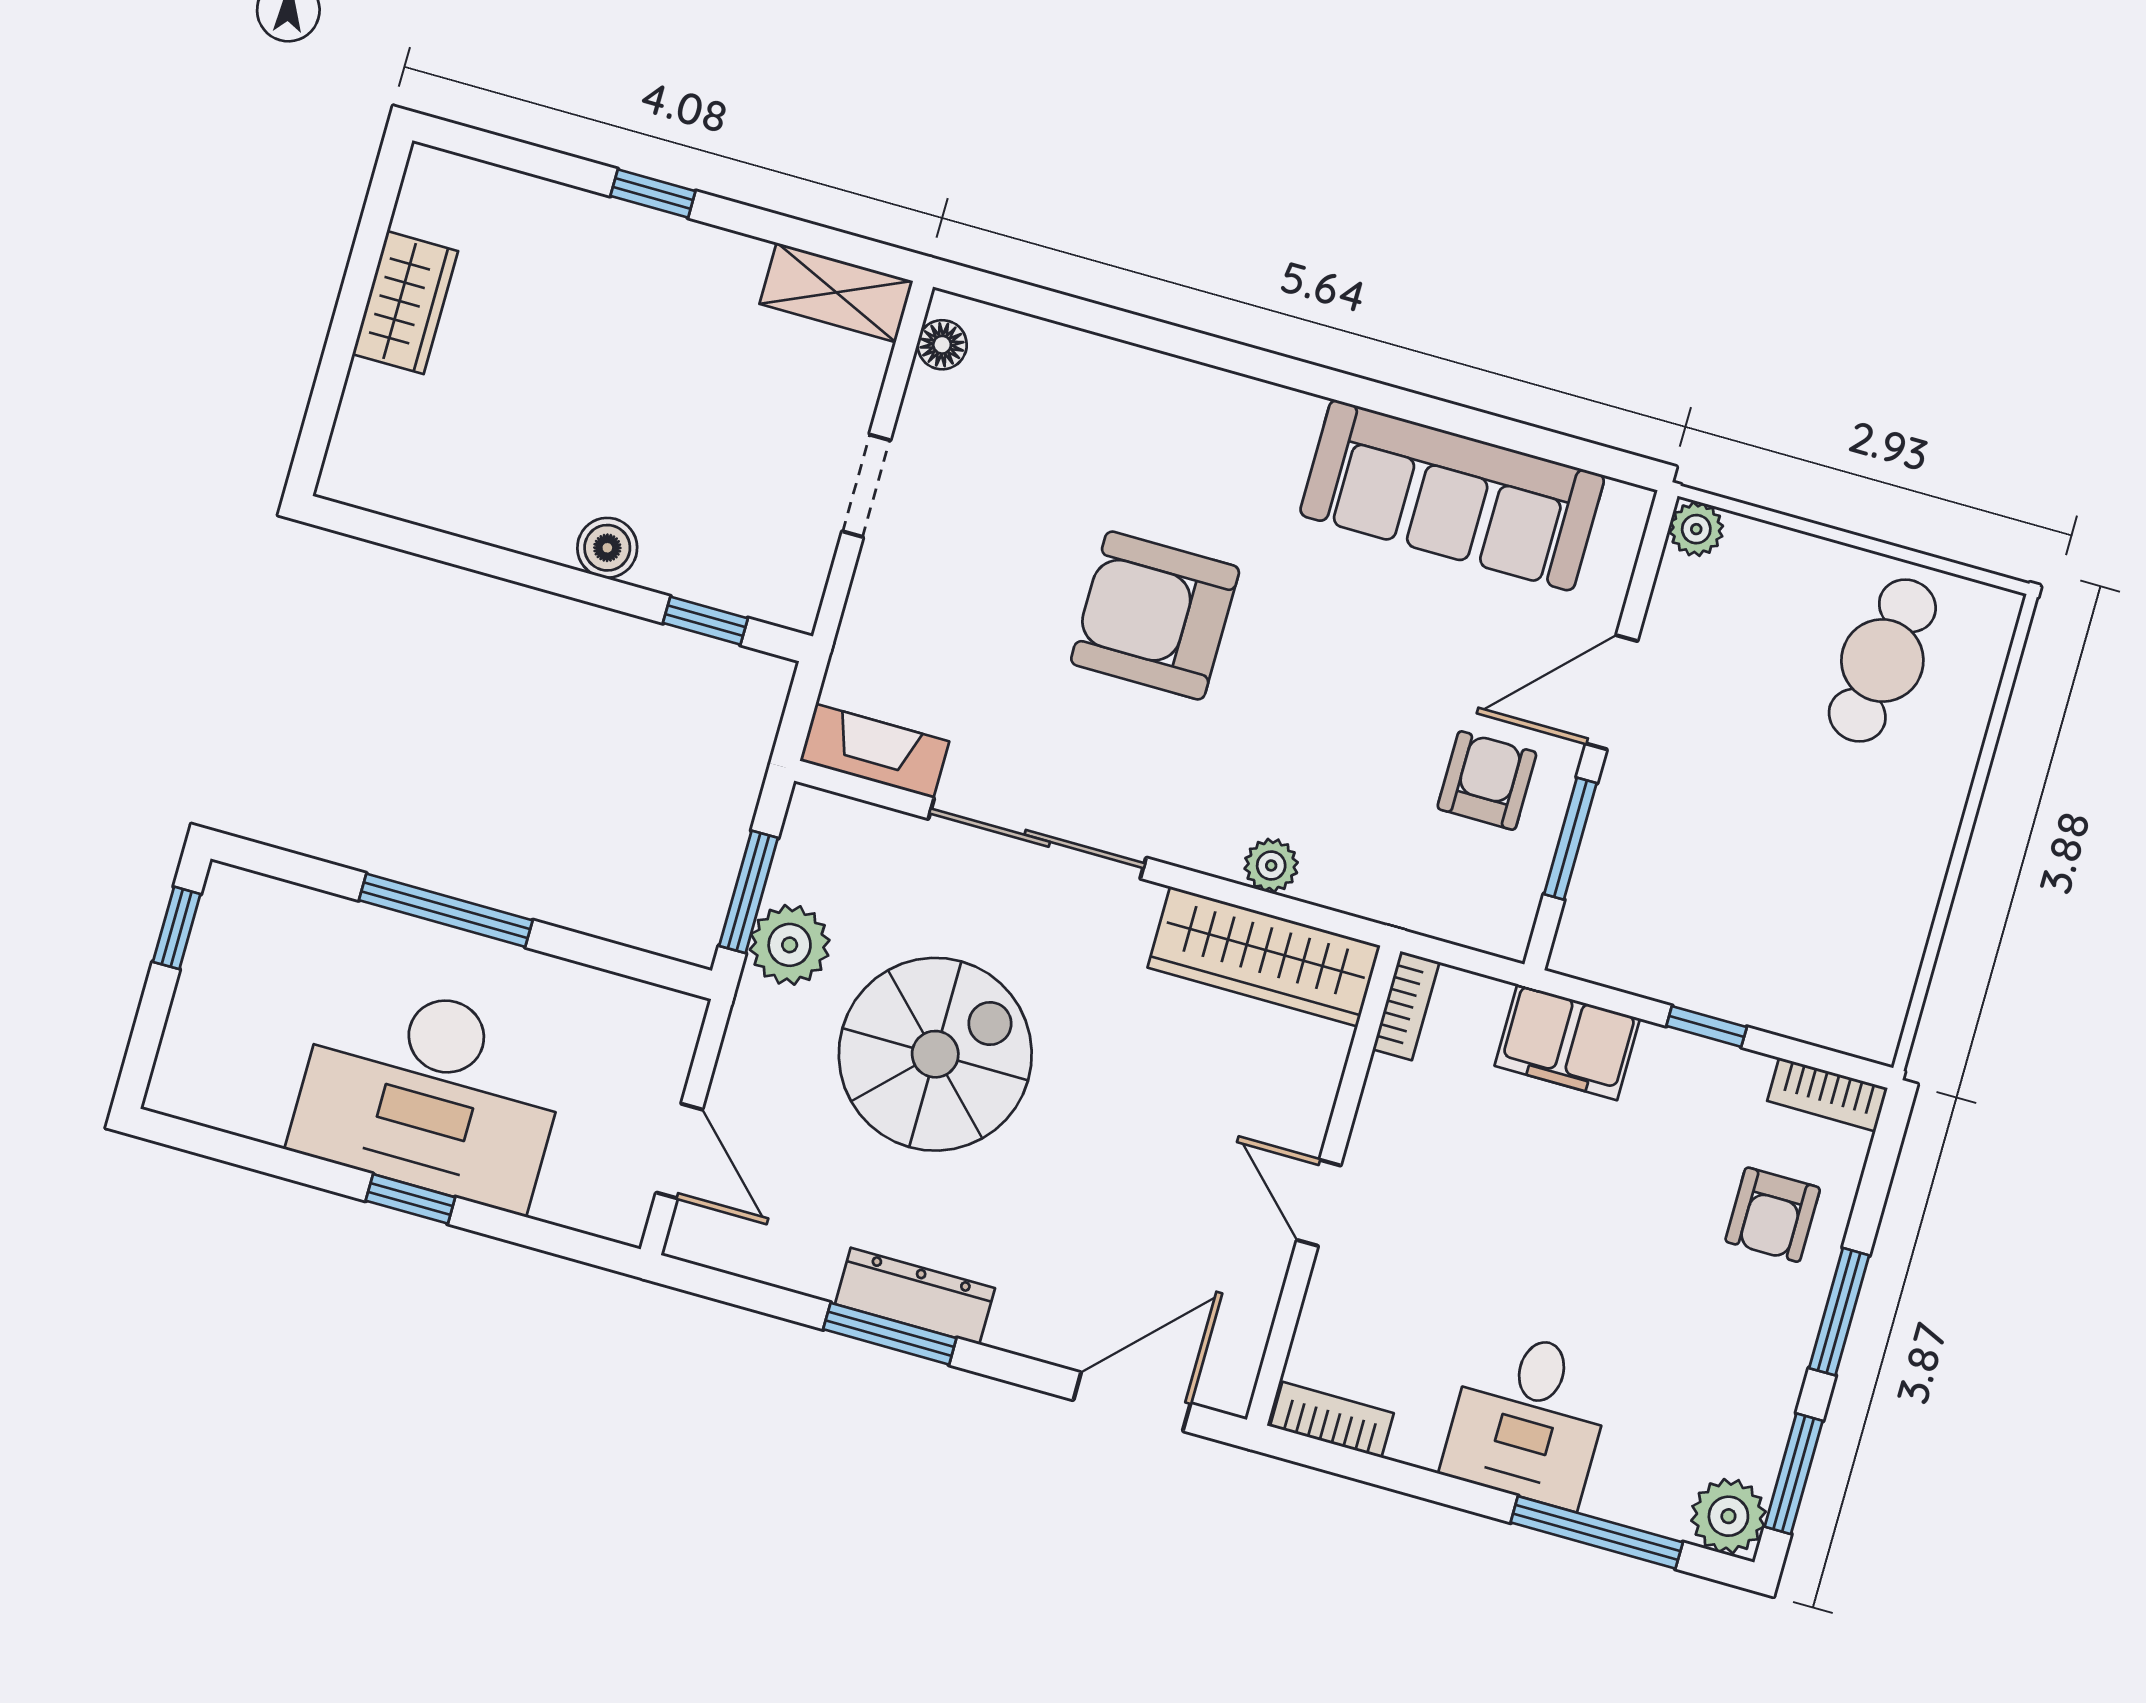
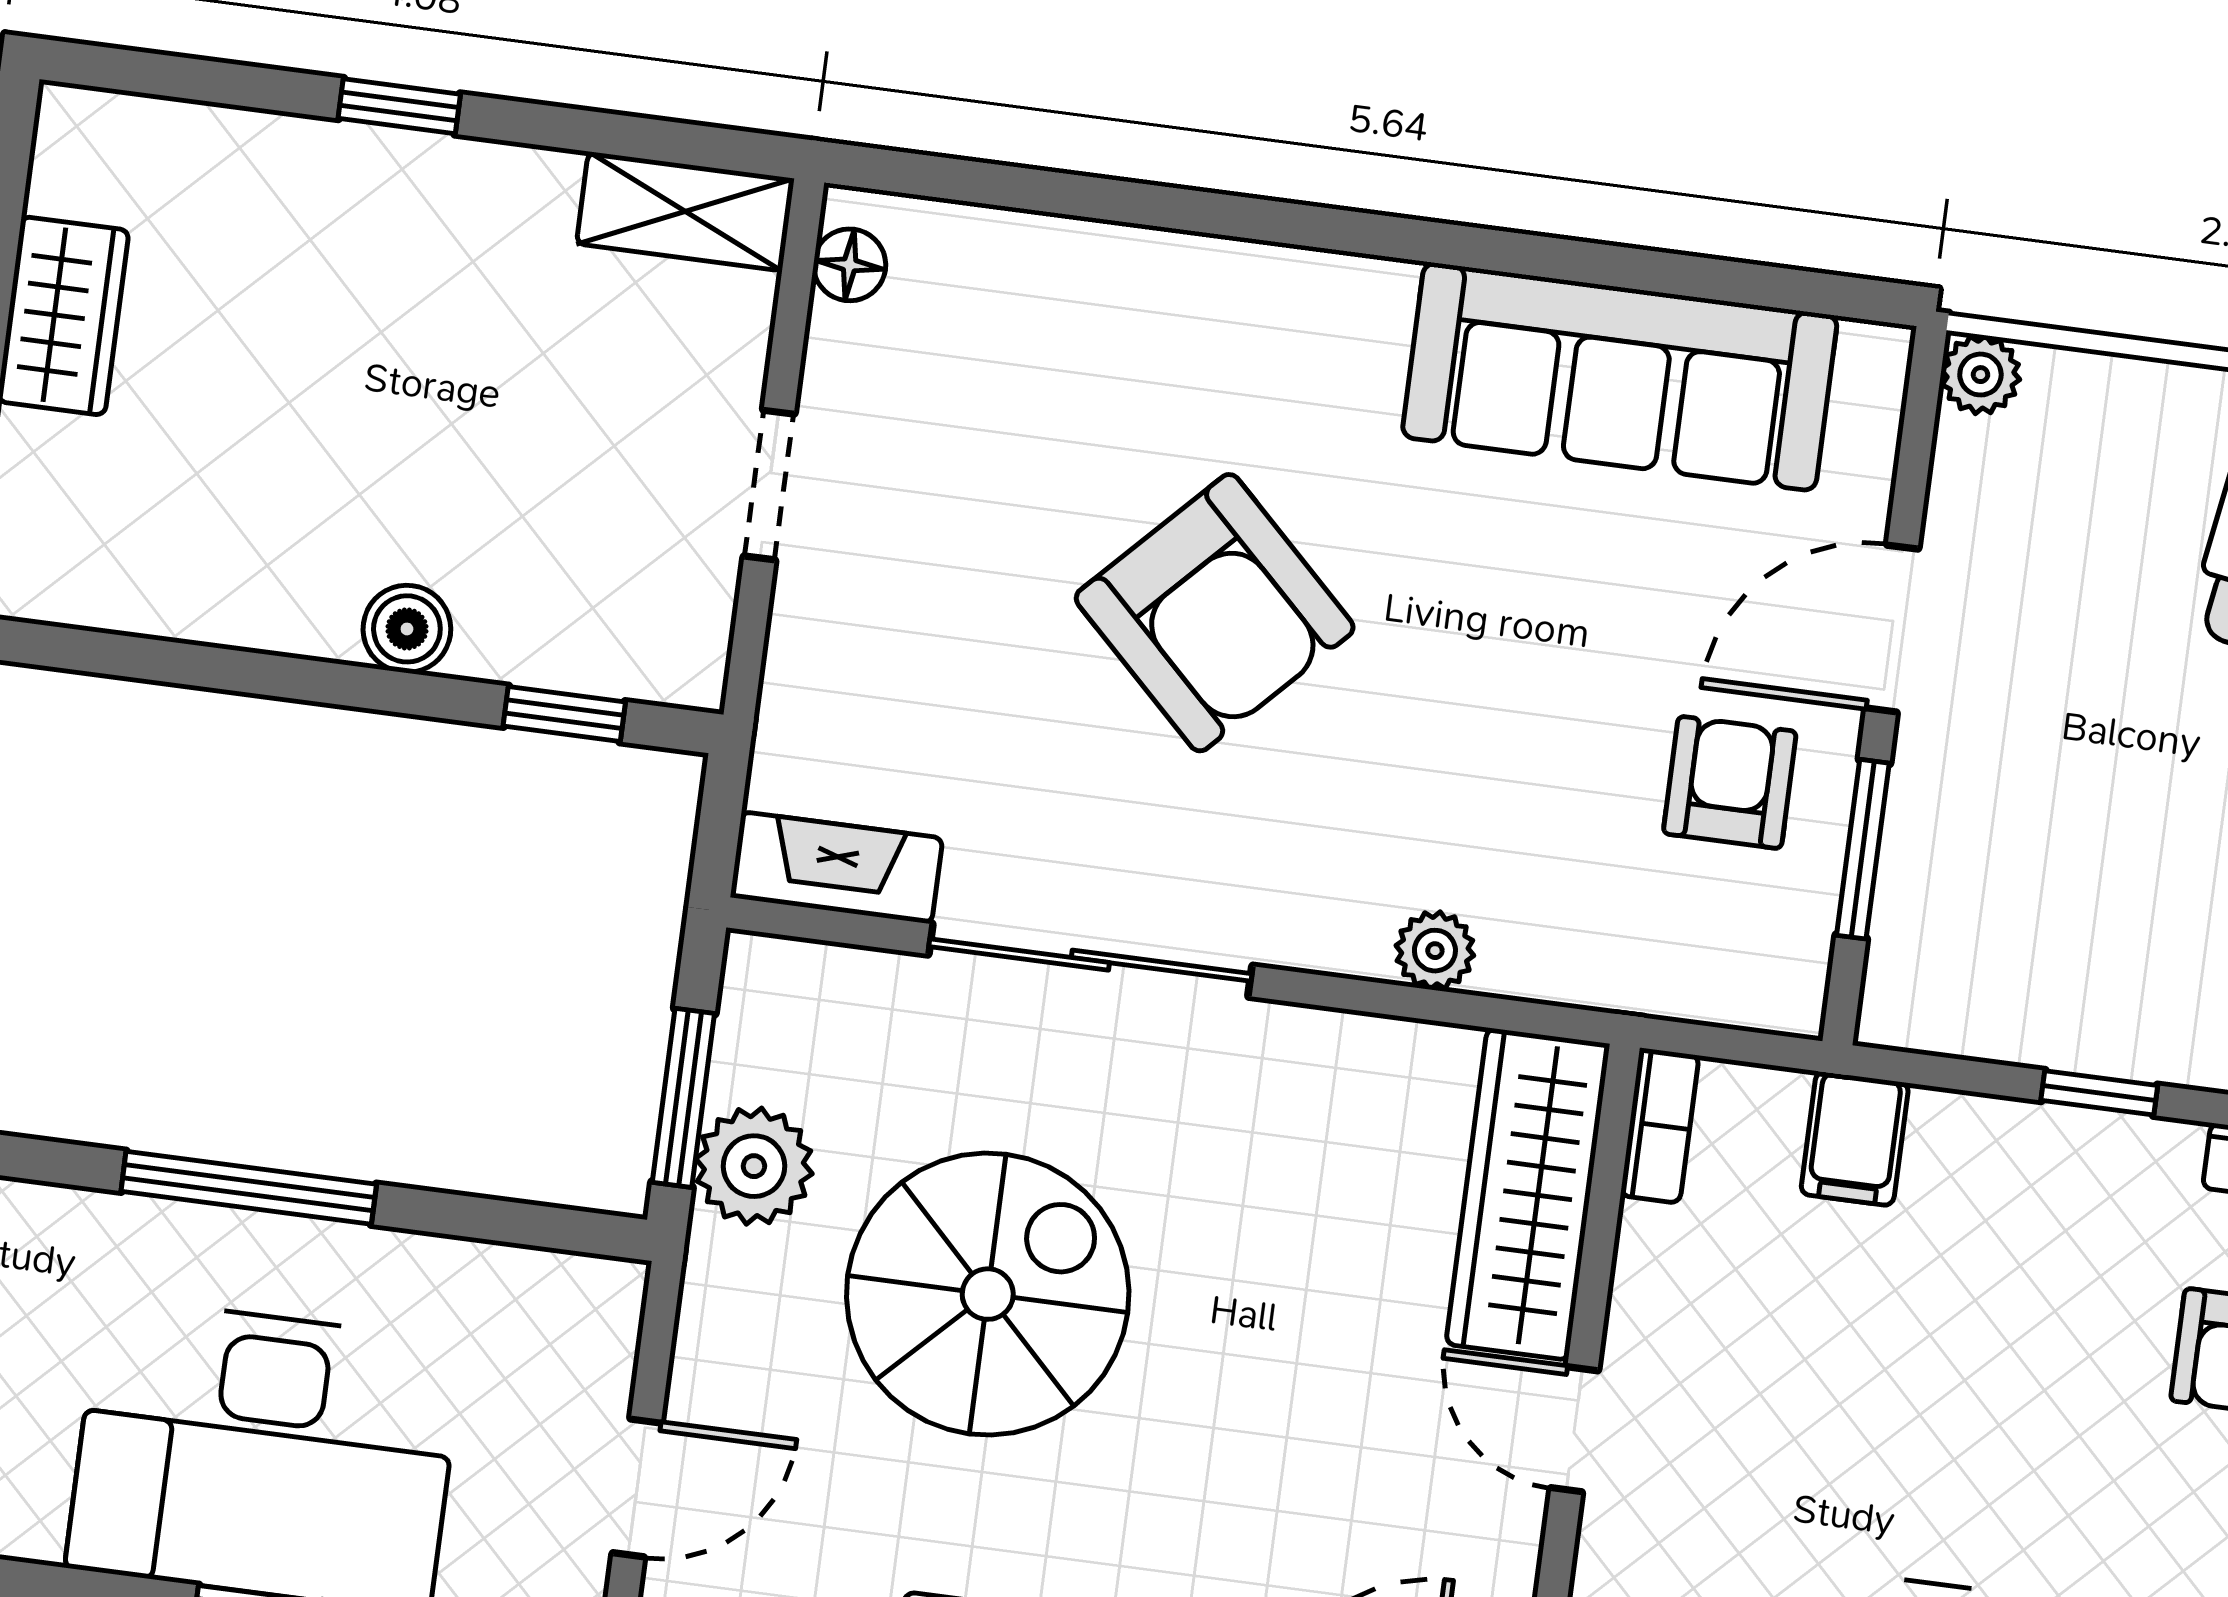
armchair: (1155, 615) -> (1215, 613), turned -136
wardrobe: (1264, 957) -> (1528, 1194), moved, turned 90
filing cabinet: (1567, 1042) -> (1855, 1139), width x0.50
door: (679, 1151) -> (637, 1488), hinge flipped

